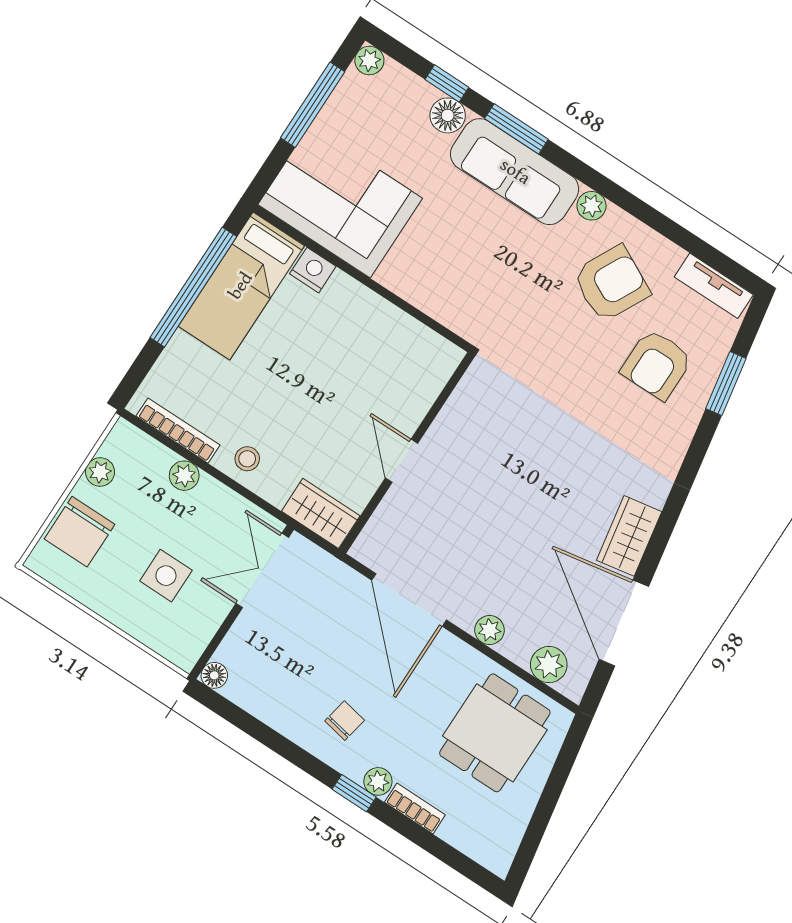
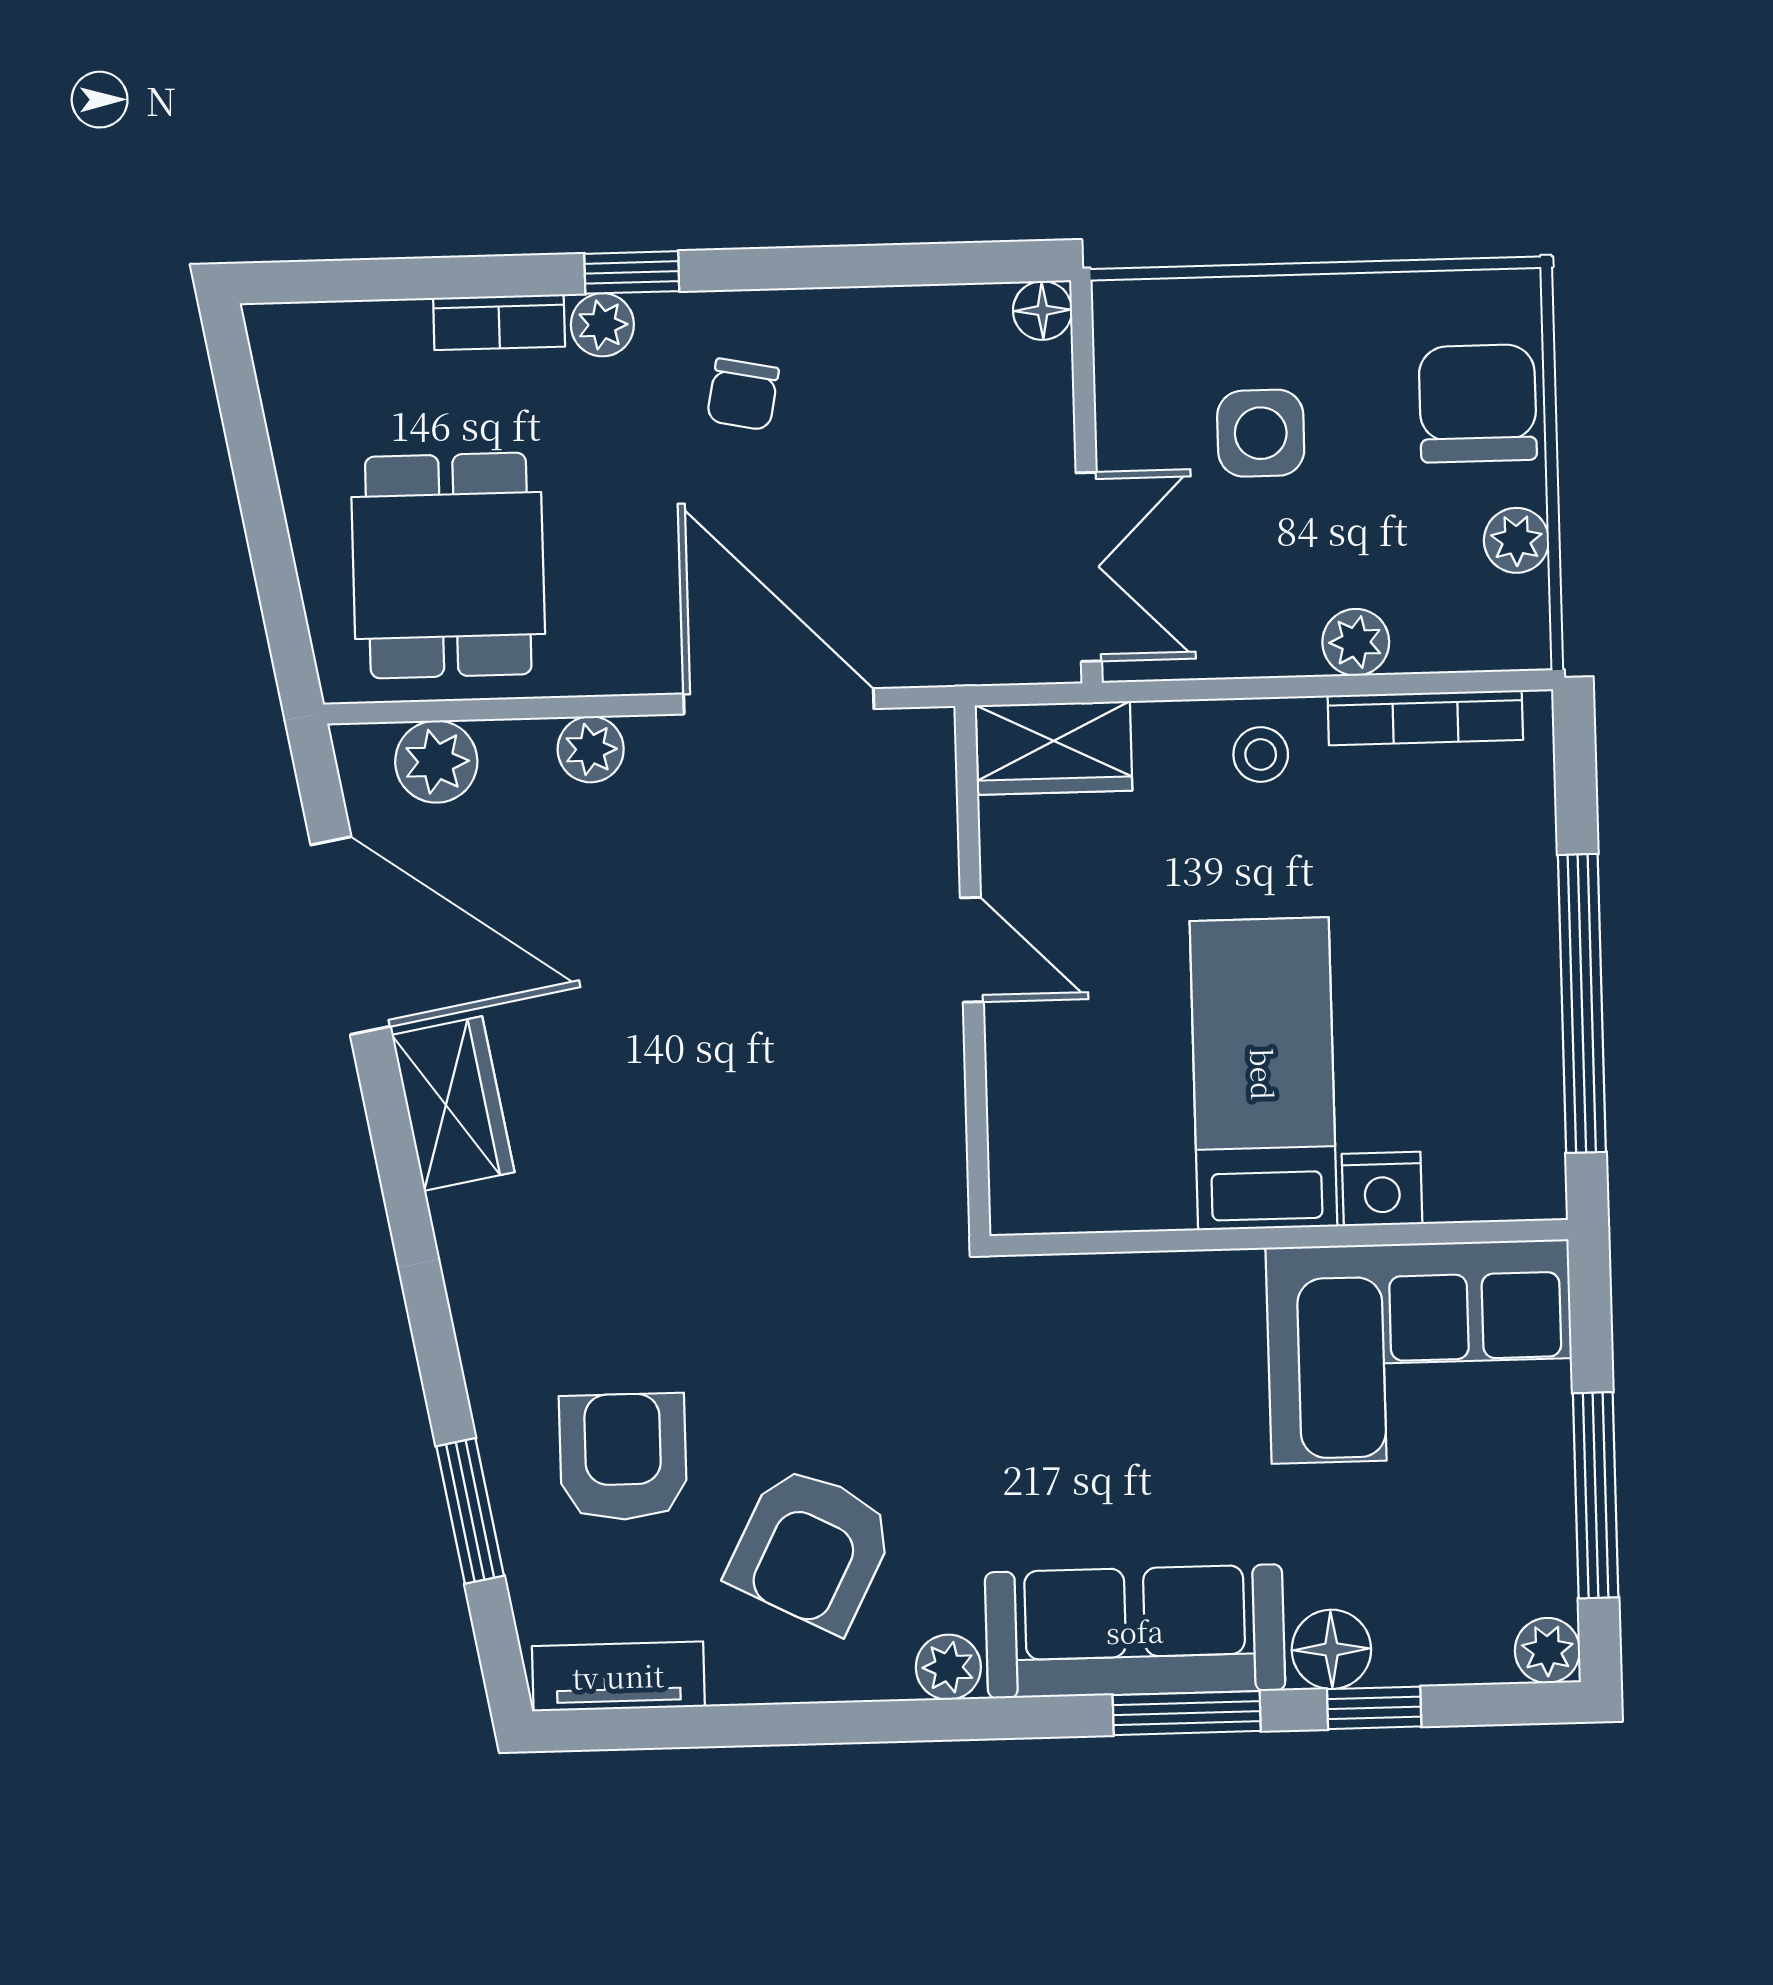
bed: (241, 286) -> (1263, 1074), moved

